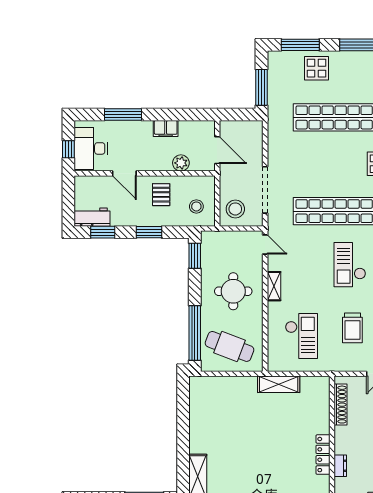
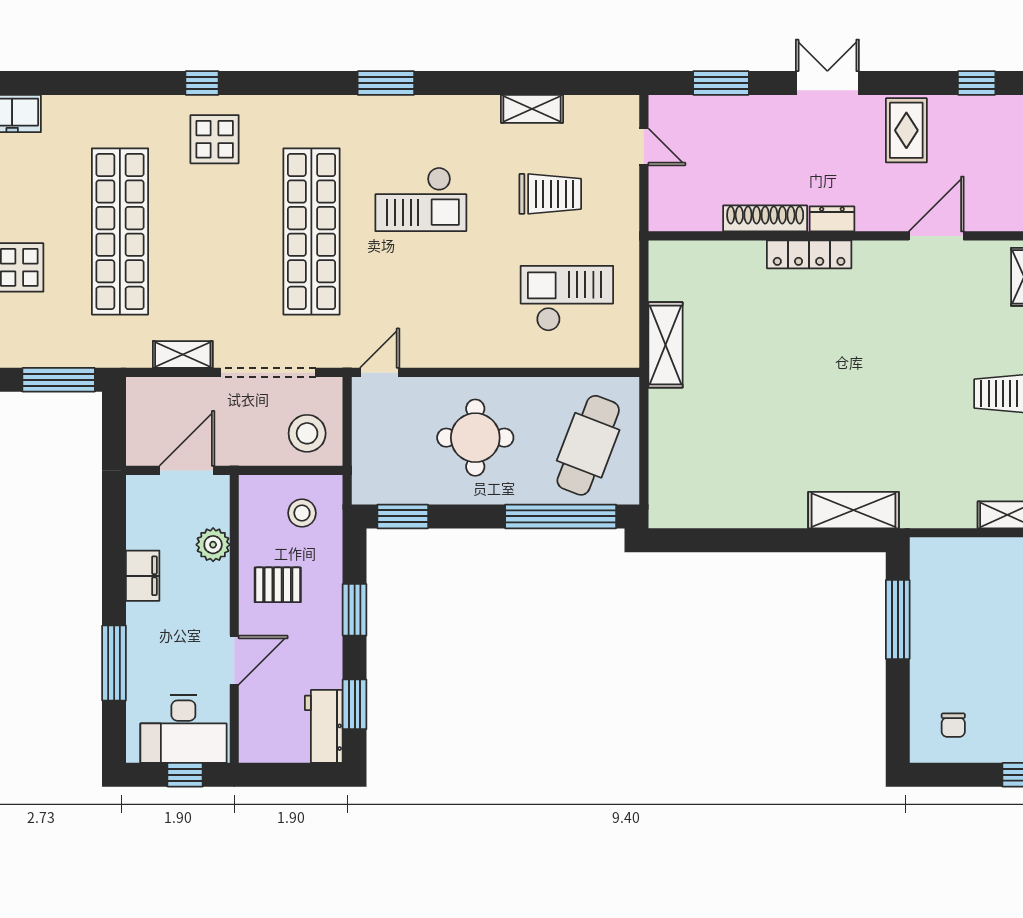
shelving: (274, 286) -> (183, 354), moved
shoe rack: (340, 405) -> (765, 218), moved

